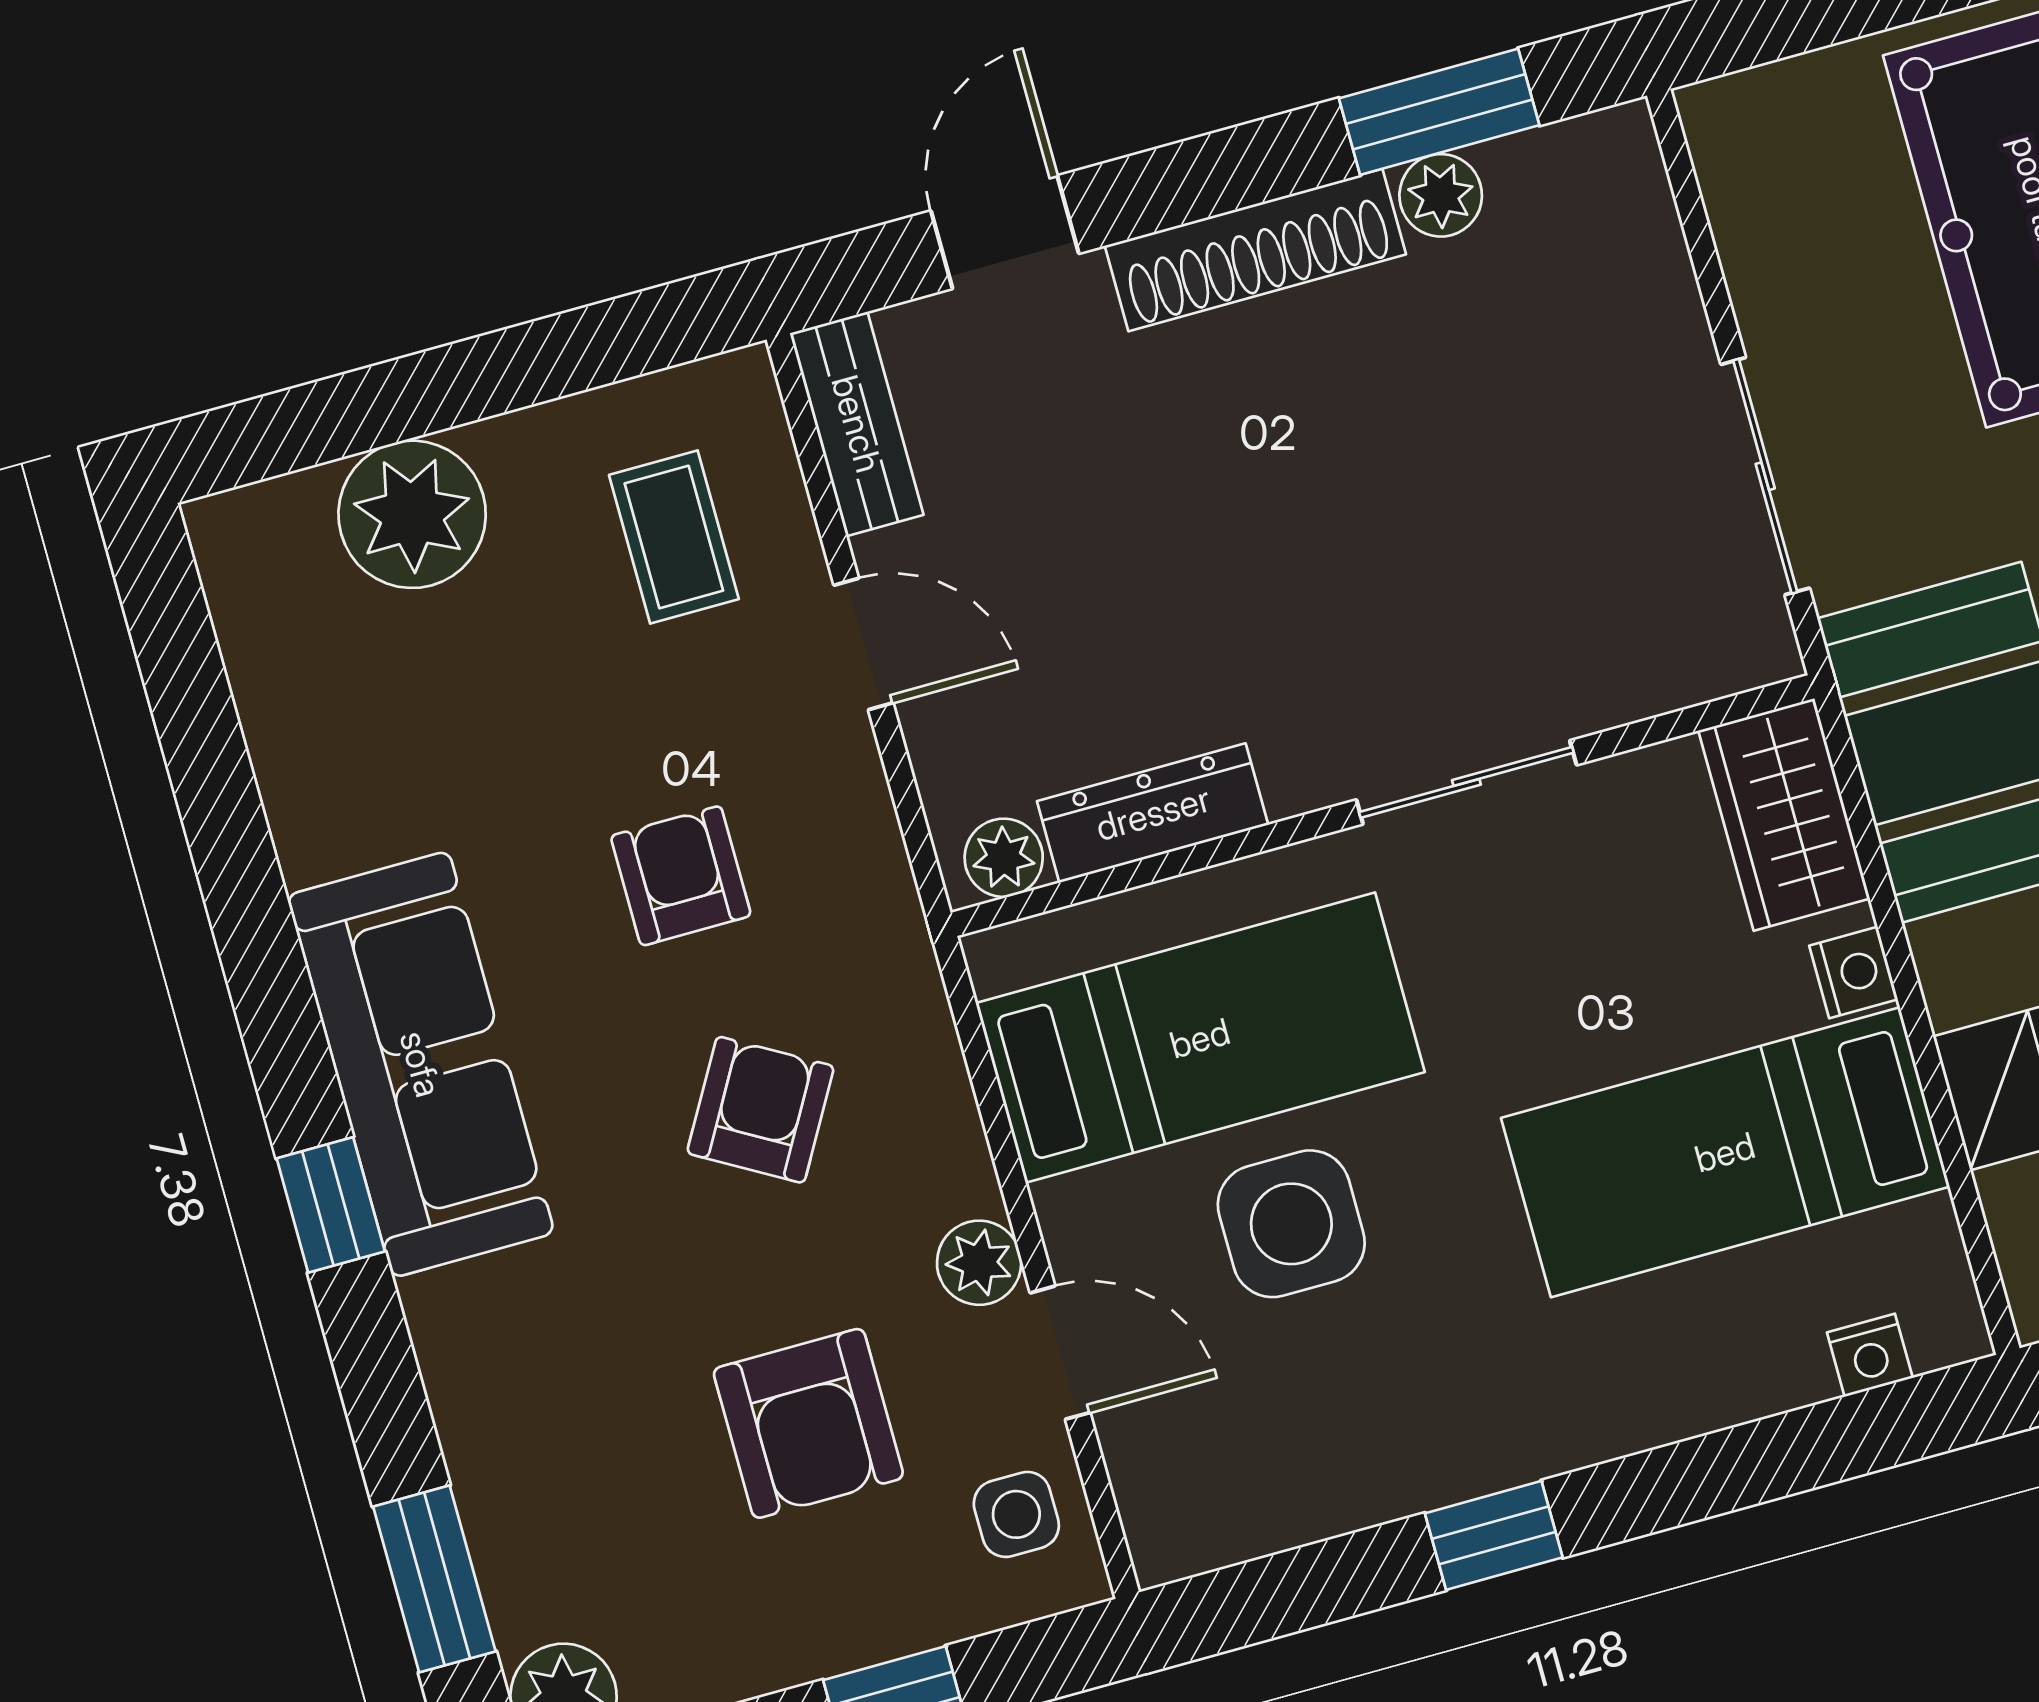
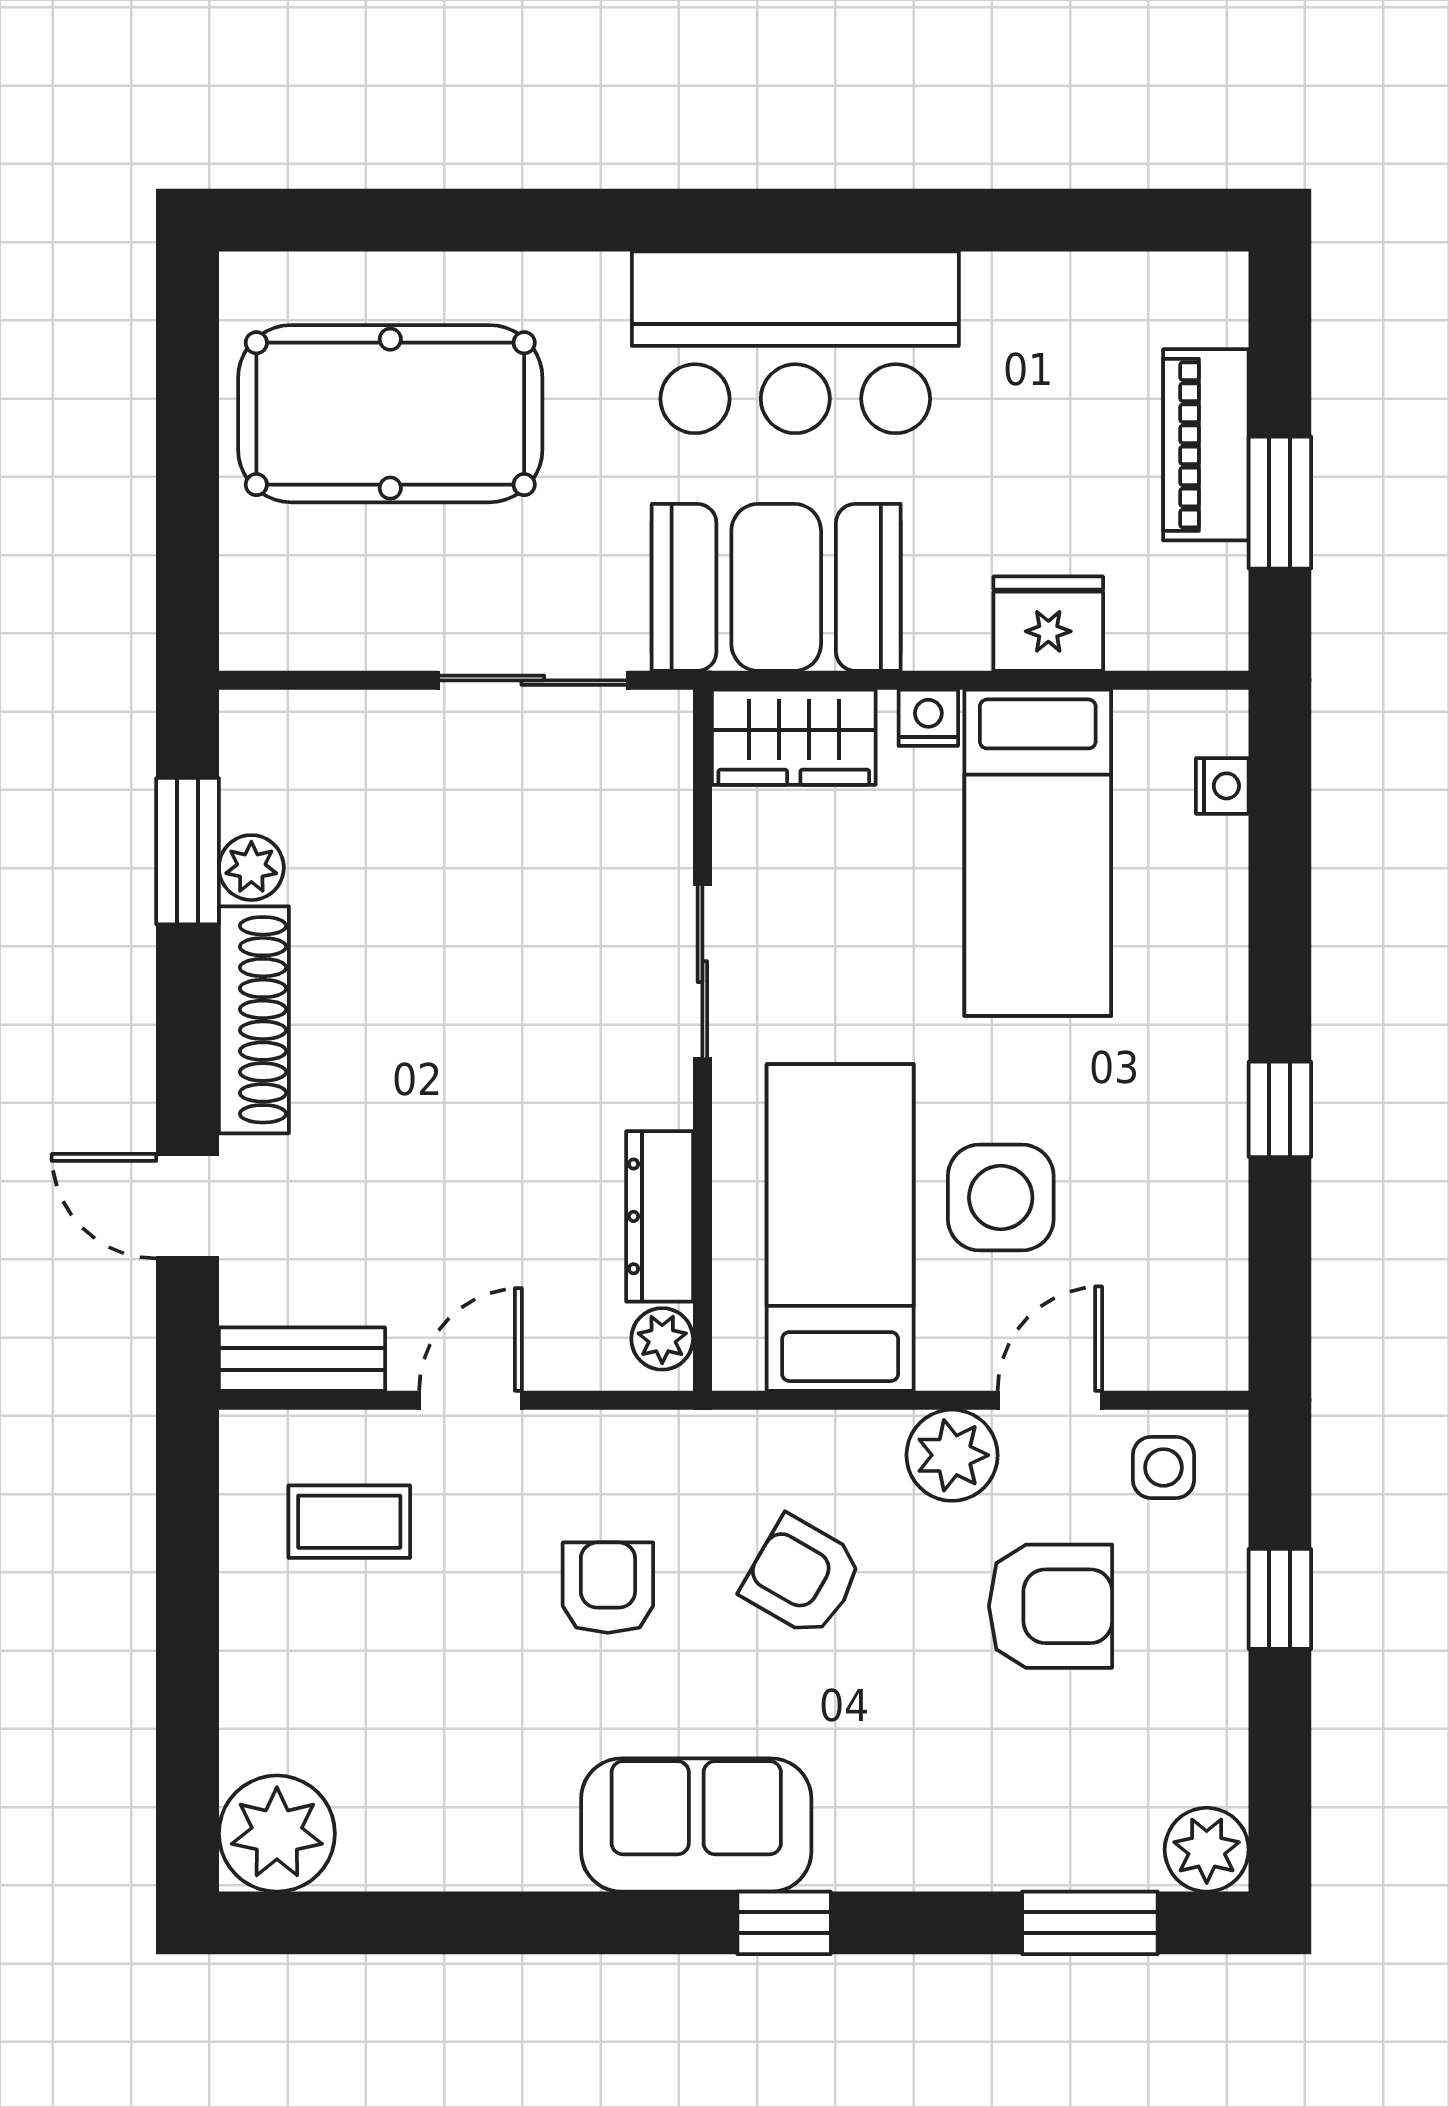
plant: (412, 514) -> (277, 1834), moved
armchair: (681, 876) -> (608, 1588), turned 90
sofa: (421, 1064) -> (696, 1825), width x0.73
plant: (979, 1263) -> (952, 1455), width x1.38, depth x1.38

